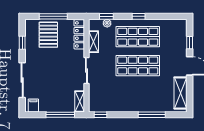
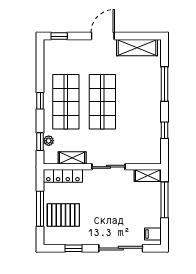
window: (190, 43) -> (59, 36), moved
window: (100, 115) -> (165, 130), moved

